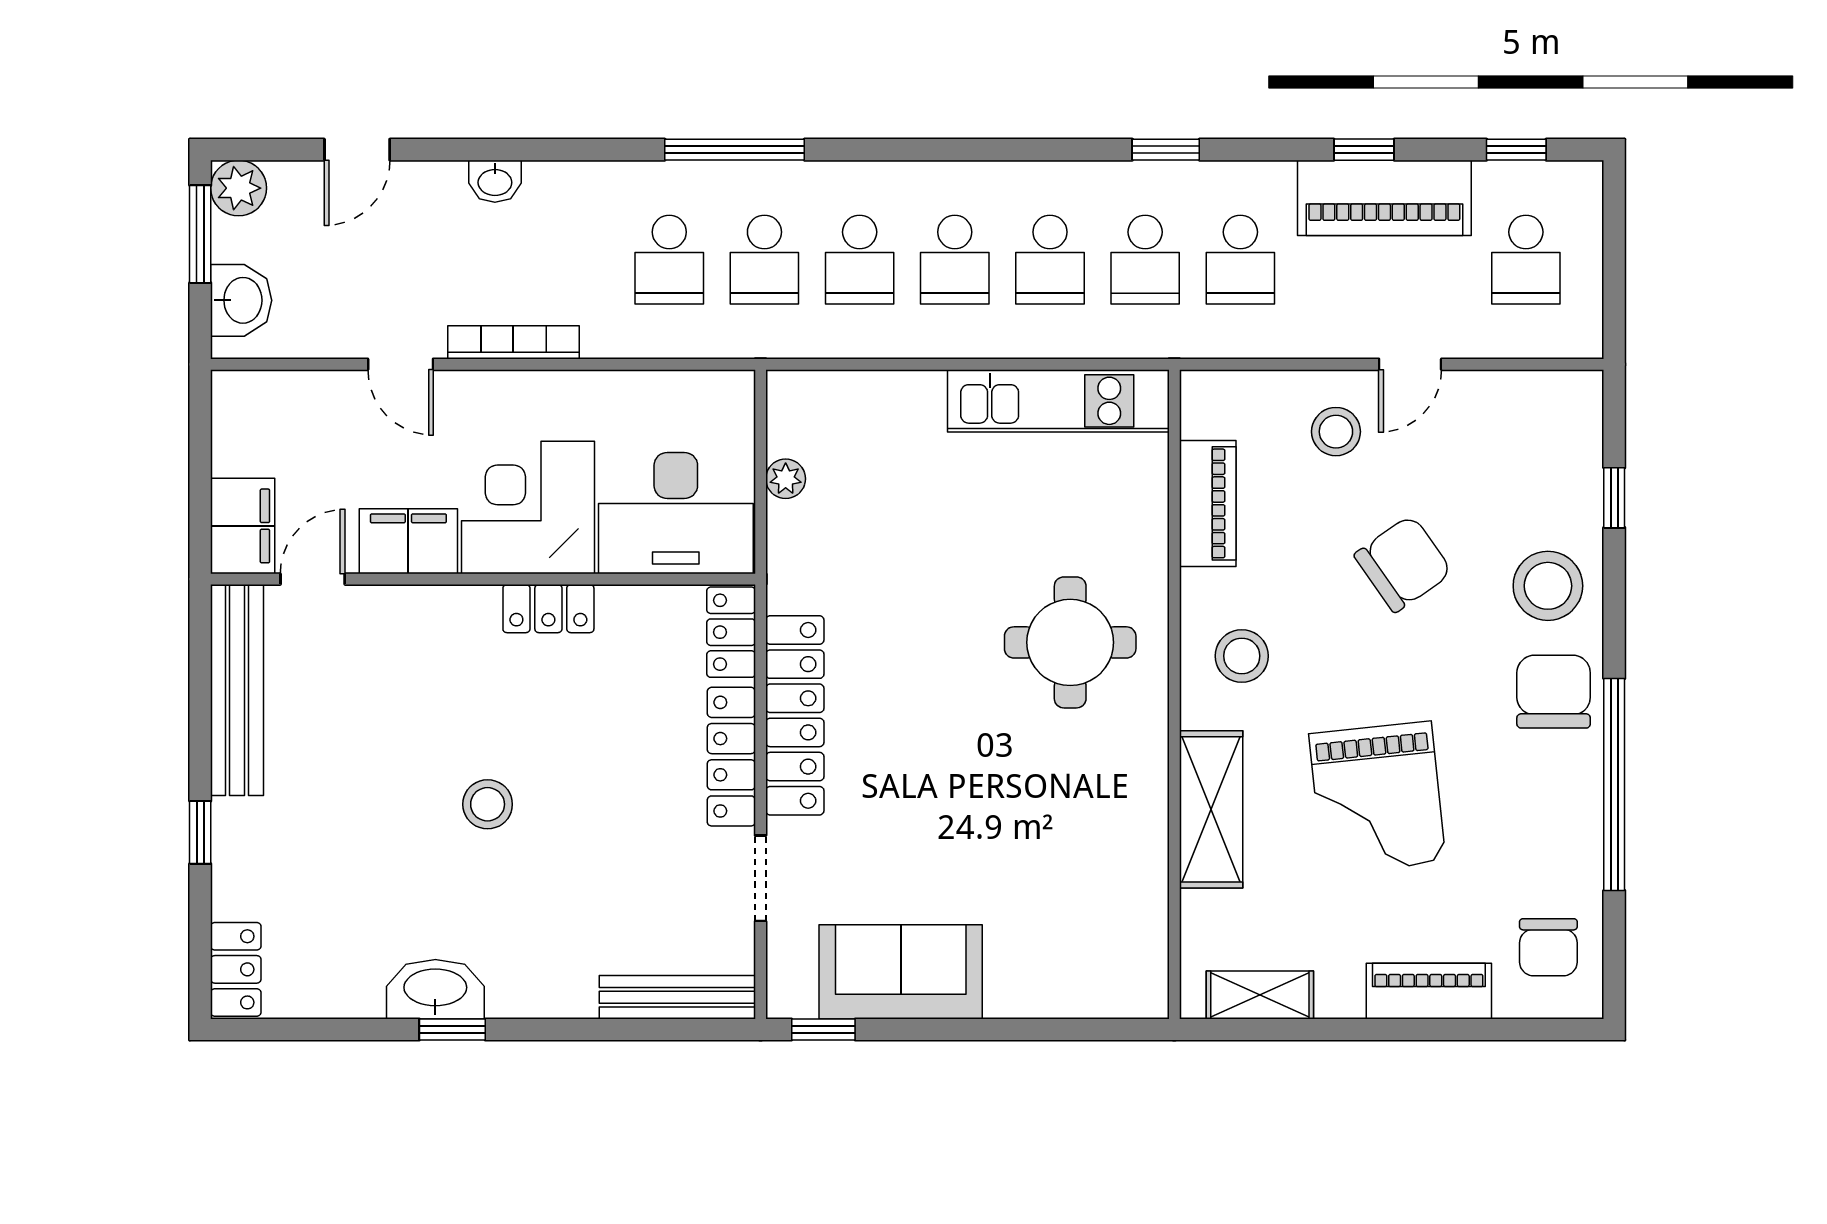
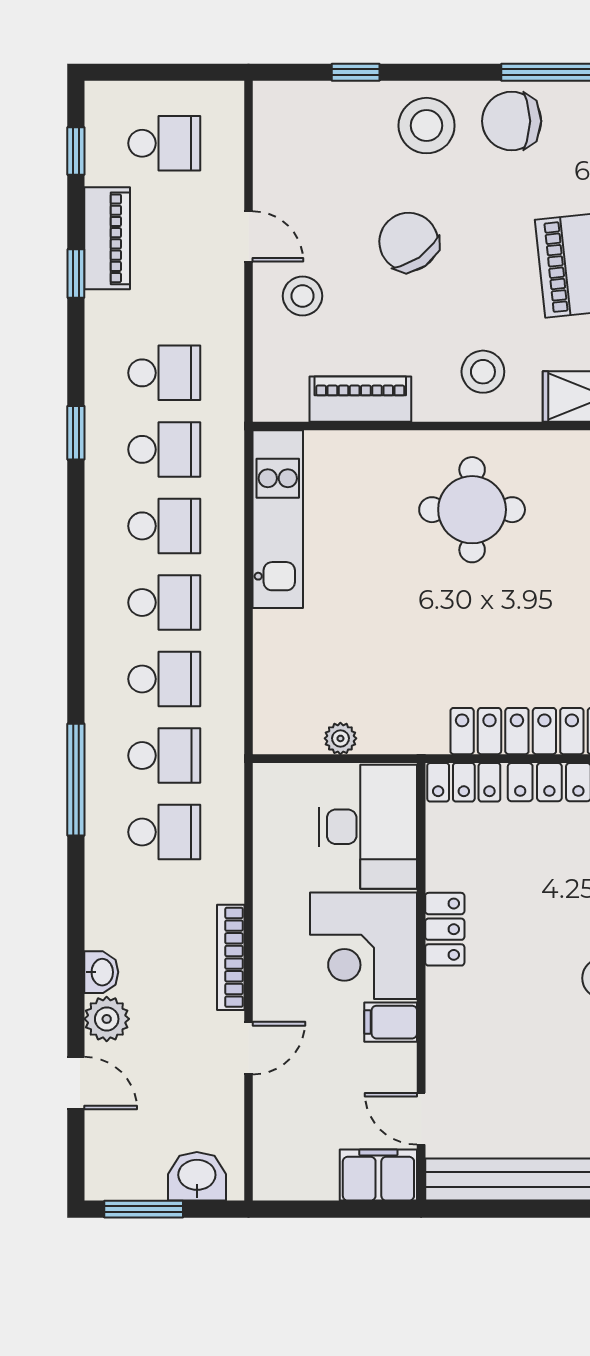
plant: (239, 188) -> (107, 1019), moved
piano: (1384, 198) -> (107, 238), width x0.73, depth x0.75
filing cabinet: (408, 541) -> (391, 1022), width x0.50

